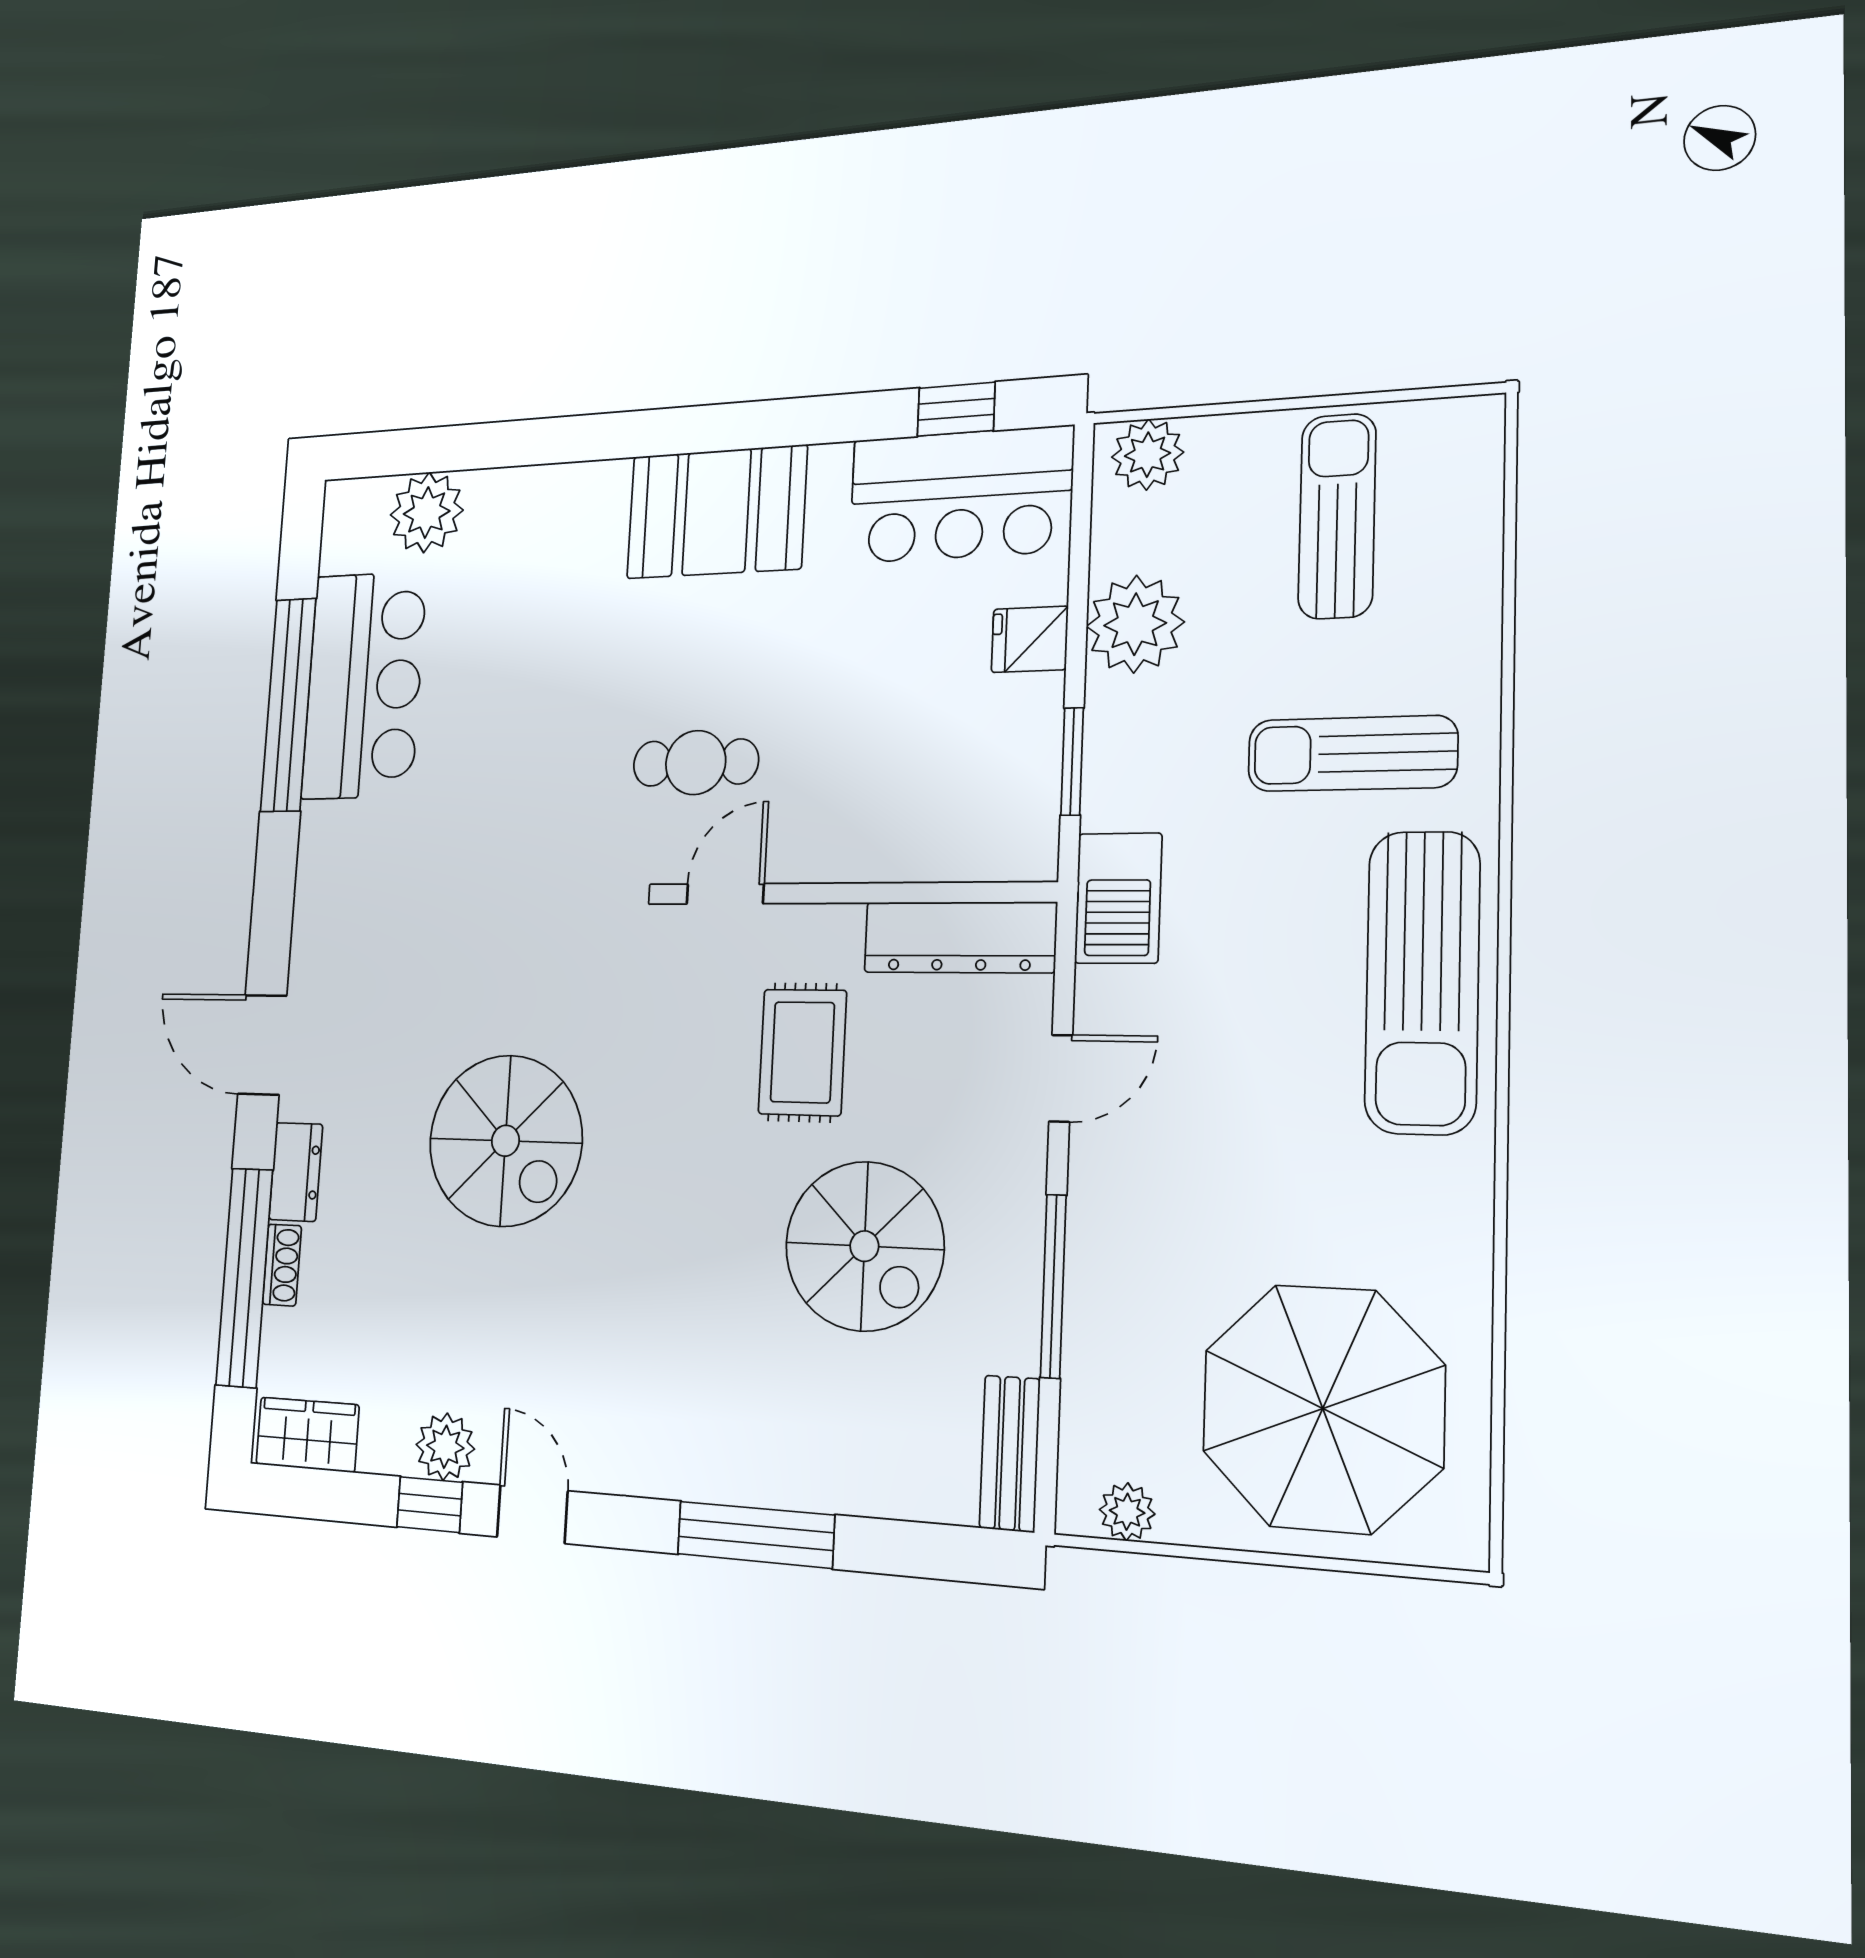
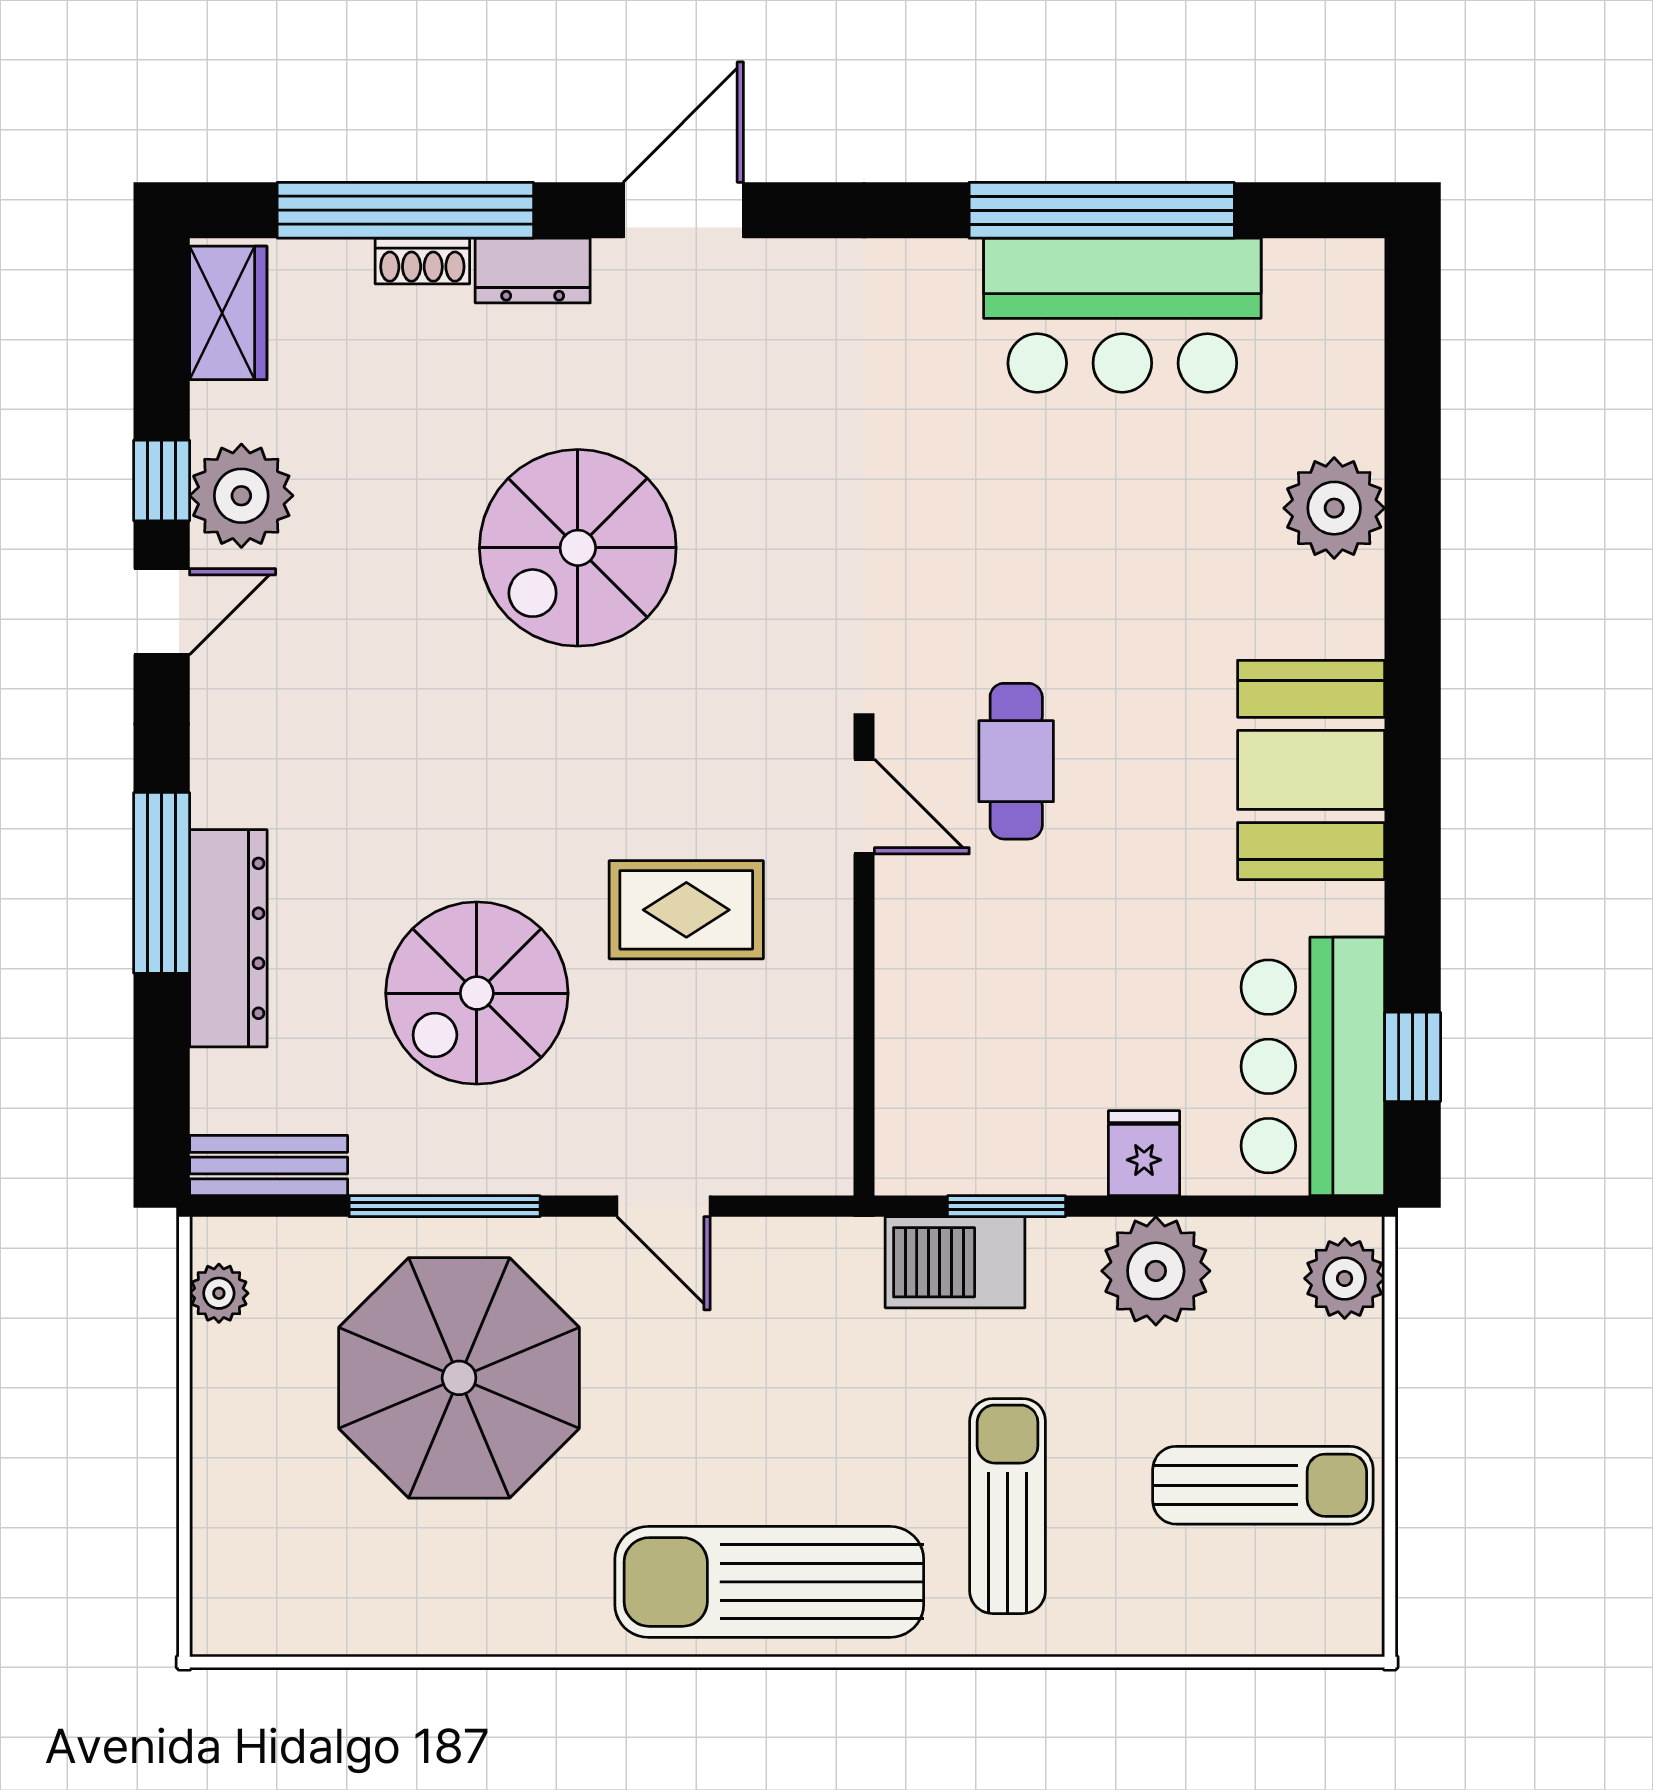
plant: (427, 513) -> (1334, 508), moved
barbecue: (1118, 898) -> (955, 1262), moved
dresser: (960, 937) -> (228, 938), moved, turned 180
parasol: (1323, 1409) -> (459, 1378), moved
plant: (445, 1447) -> (241, 496), width x1.36, depth x1.36

